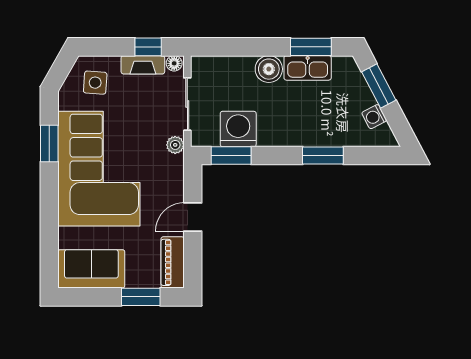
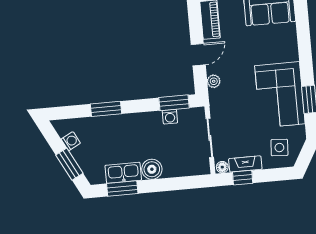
washing machine: (238, 129) -> (170, 117), width x0.53, depth x0.53
plant: (175, 145) -> (214, 81), moved
corner sofa: (99, 169) -> (280, 95), width x0.73, depth x0.74

